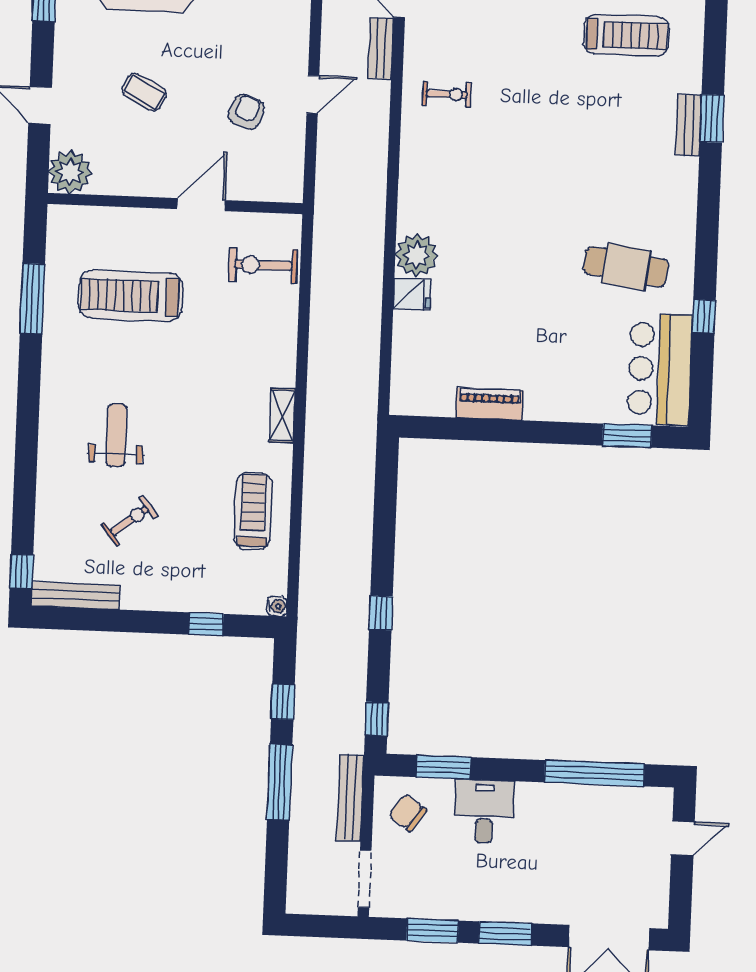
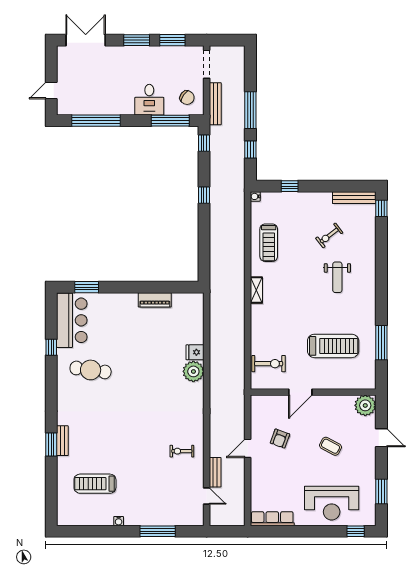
window: (443, 767) -> (170, 121), width x1.44

